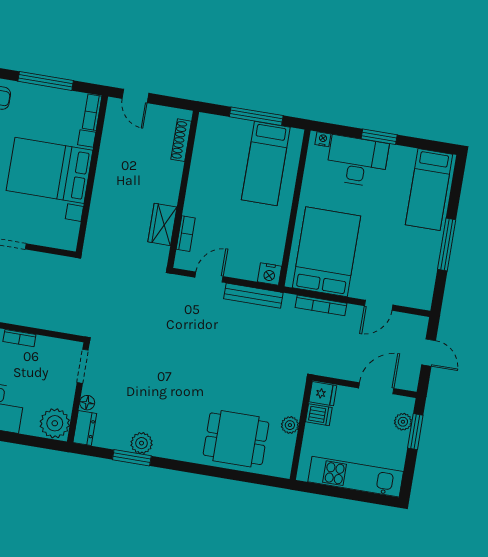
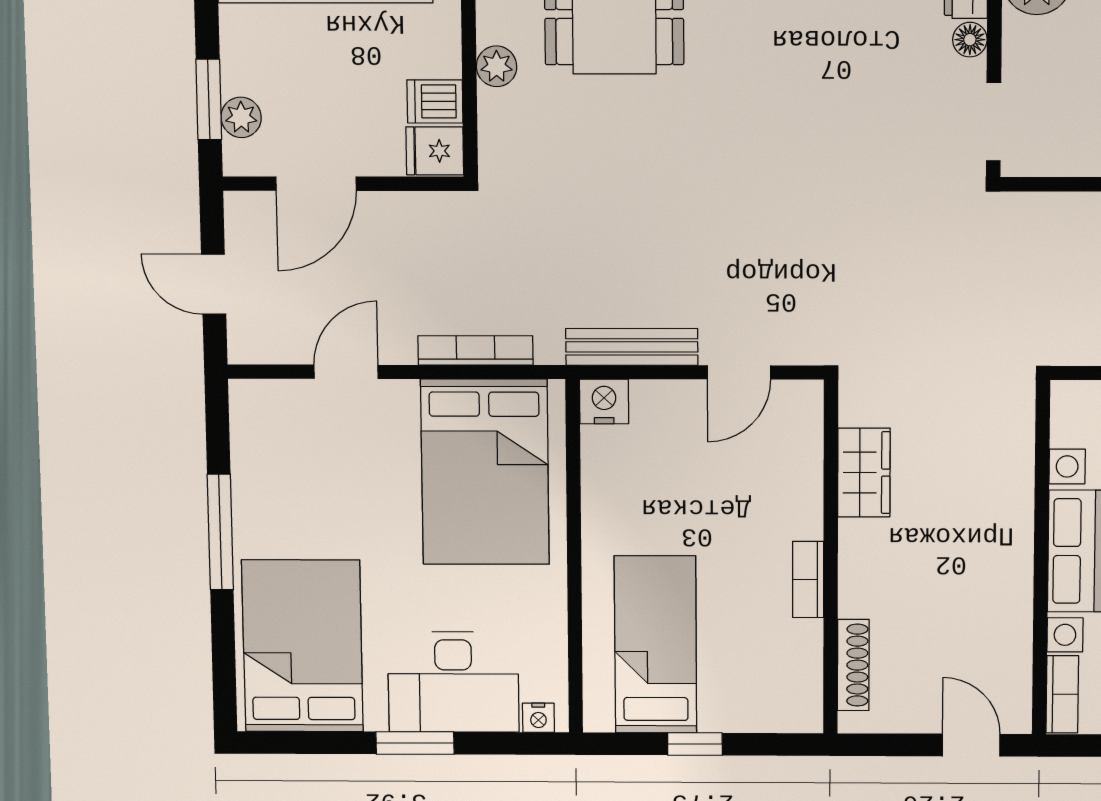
window: (256, 116) -> (695, 744), width x0.46
bed: (429, 190) -> (302, 646), width x1.50
bookcase: (186, 234) -> (808, 579), moved

